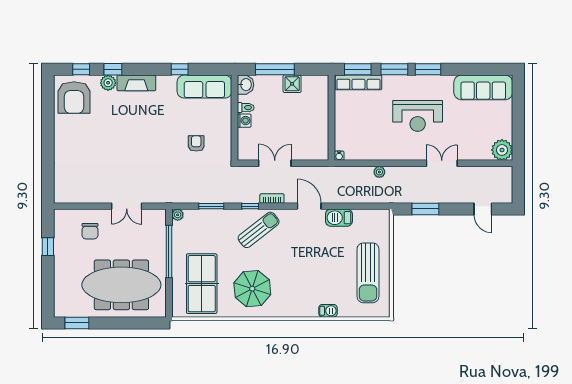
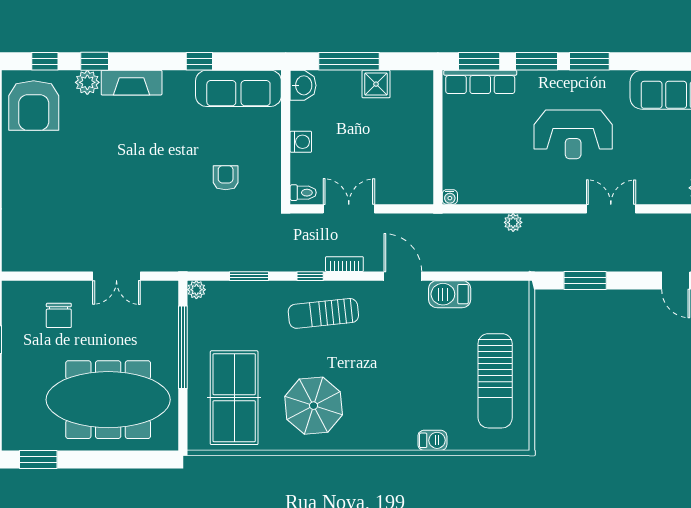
toilet: (246, 108) -> (303, 193), moved
sun lounger: (259, 230) -> (323, 313), turned -148

